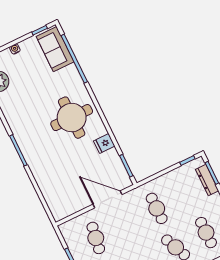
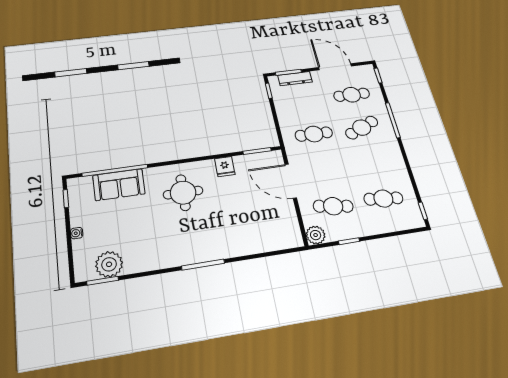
sofa: (55, 49) -> (119, 185), moved
round table: (72, 118) -> (183, 193), width x0.73, depth x0.73
door: (108, 199) -> (291, 181), hinge flipped
plant: (67, 229) -> (316, 235), added

